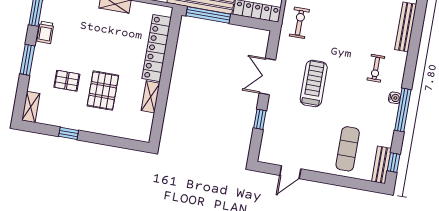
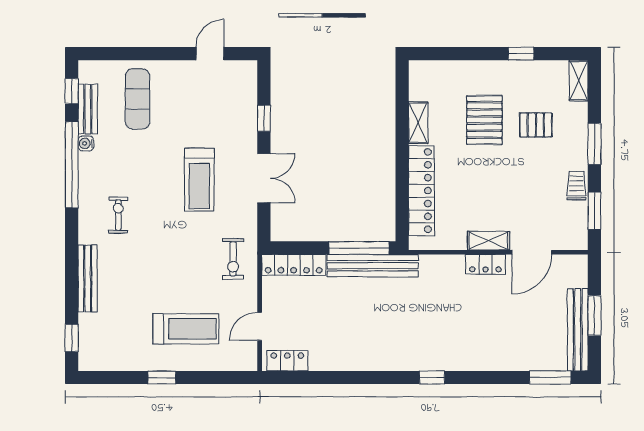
water cooler: (395, 98) -> (86, 143), moved
window: (403, 110) -> (72, 165), width x1.46
bench: (381, 165) -> (88, 109), moved

